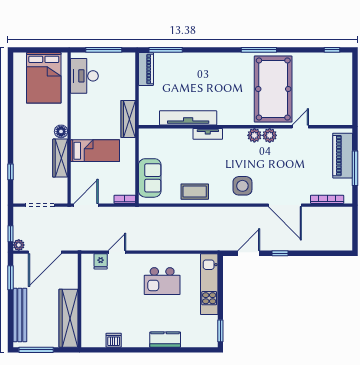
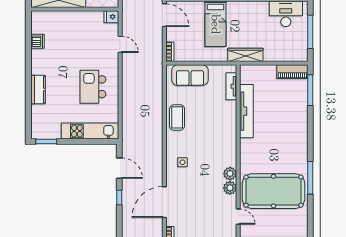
tv unit: (208, 134) -> (231, 86), moved
side table: (242, 186) -> (183, 162), width x0.54, depth x0.54
fridge: (101, 261) -> (111, 17), moved

